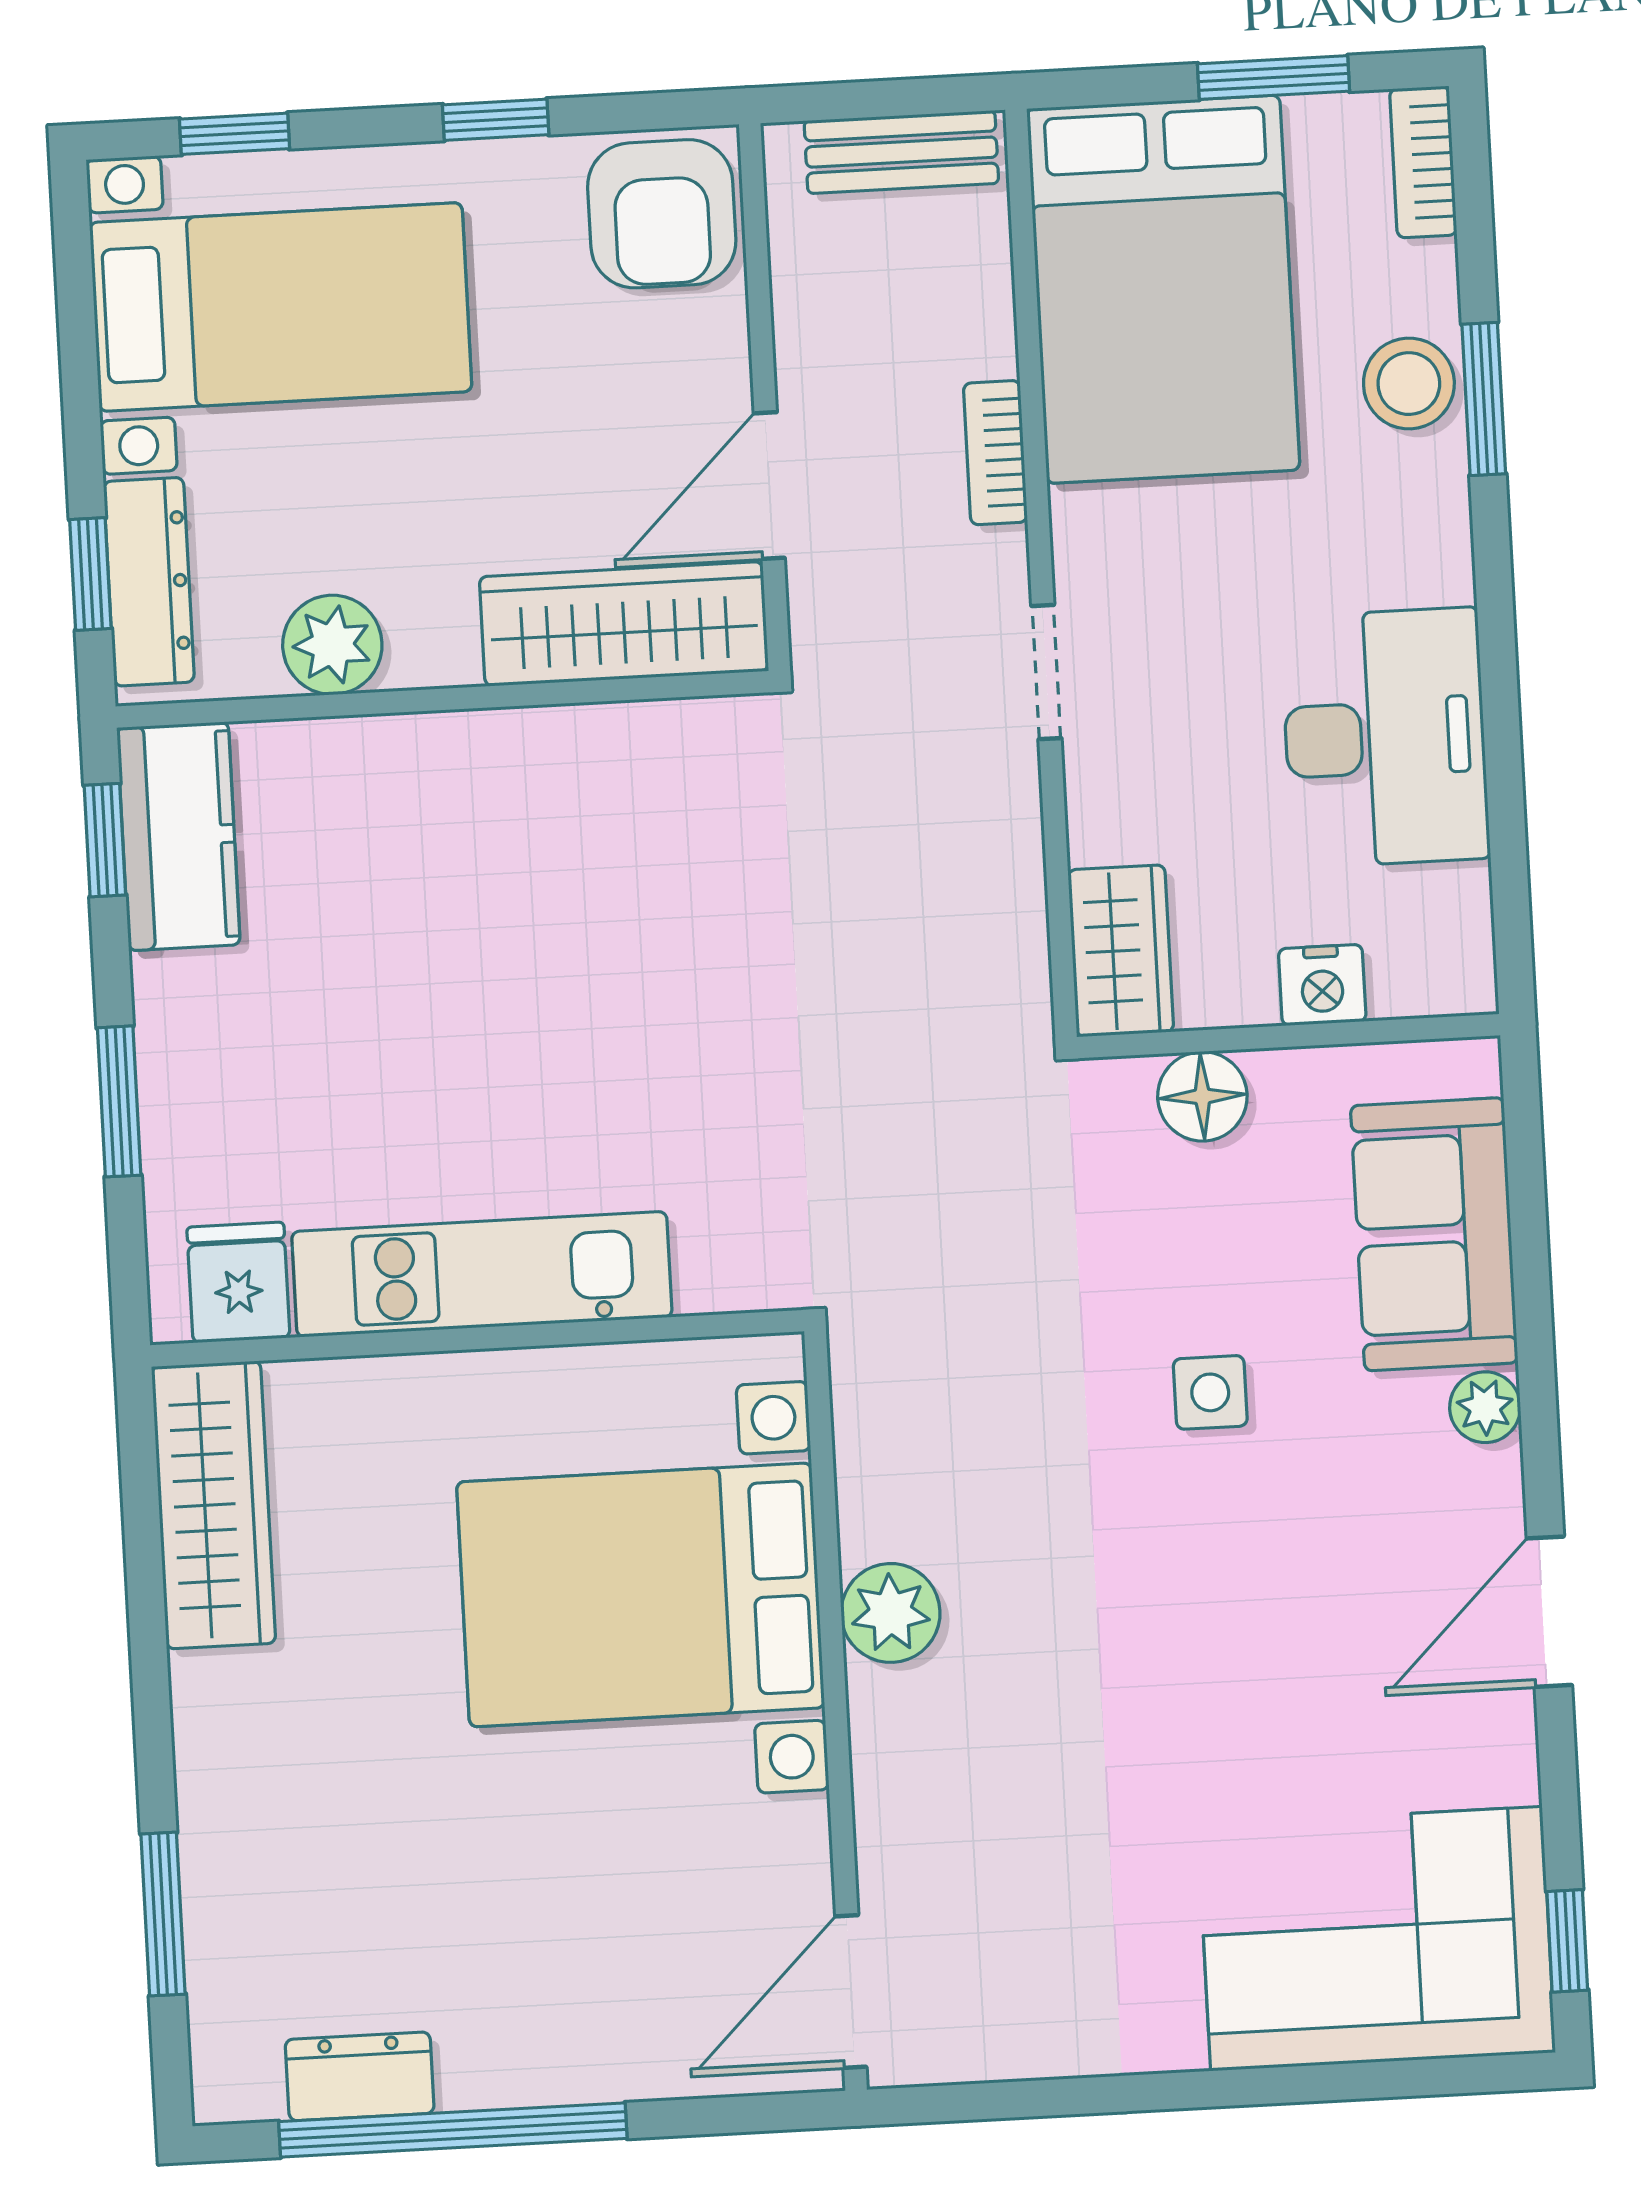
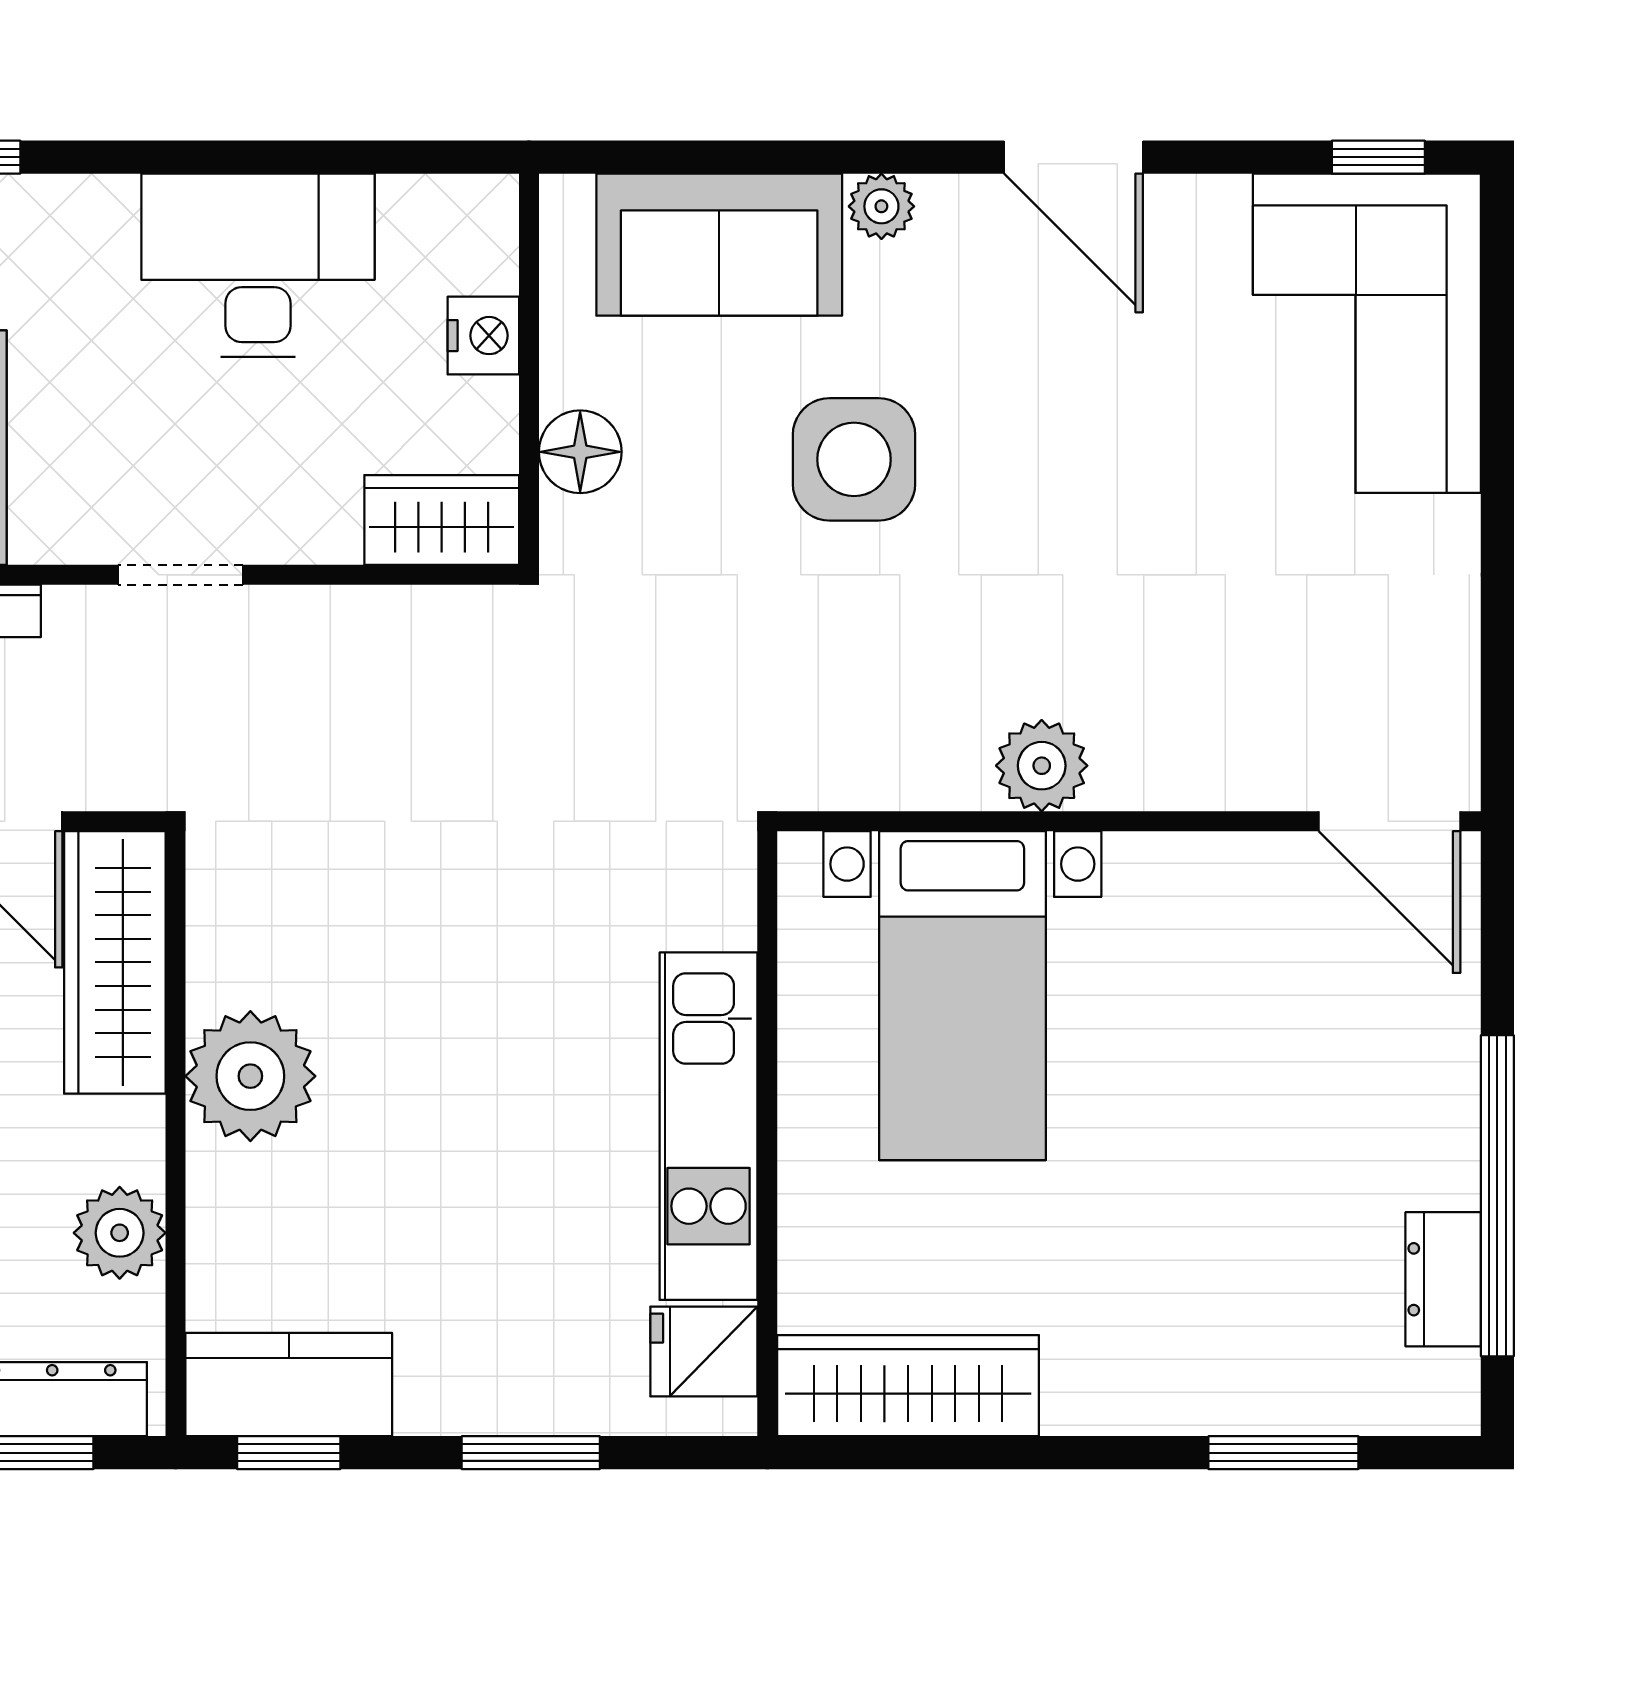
plant: (509, 777) -> (250, 1076), added
side table: (1210, 1392) -> (854, 459), width x1.87, depth x1.87
bed with nightstands: (641, 1595) -> (962, 996), width x0.73

